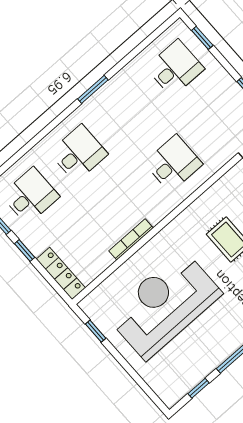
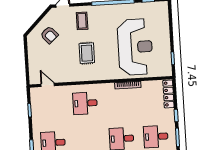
reception desk: (164, 305) -> (135, 47), turned -90

